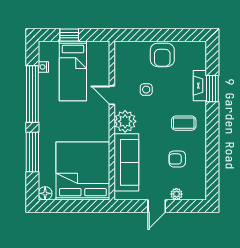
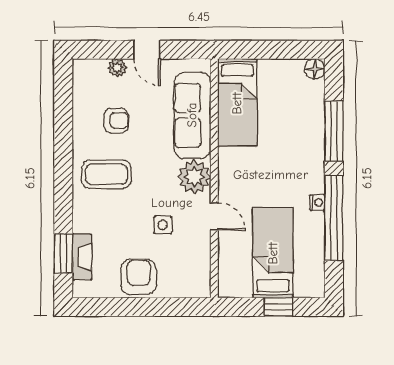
nightstand: (43, 67) -> (317, 203), moved
fireplace: (200, 86) -> (82, 257), moved
window: (212, 89) -> (63, 253), moved
coffee table: (184, 123) -> (106, 174), width x1.36, depth x1.30
bed: (83, 171) -> (237, 103), width x0.49
door: (157, 206) -> (147, 50), swing flipped

